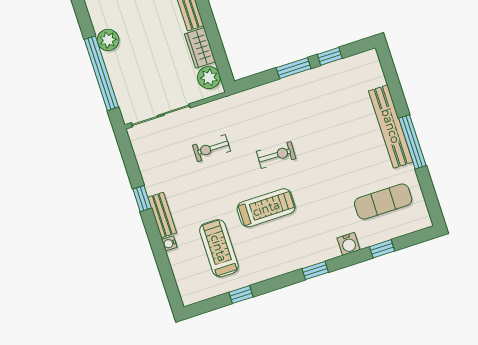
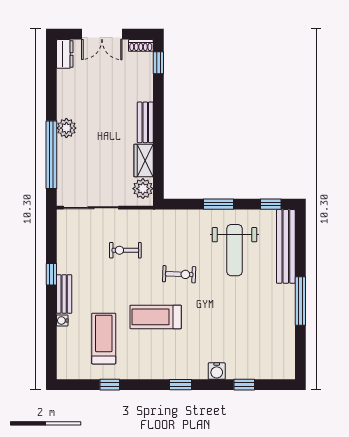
window: (330, 56) -> (271, 204), moved
weight bench: (326, 111) -> (235, 250), added
bench: (391, 126) -> (286, 246), moved
exercise mat: (383, 202) -> (258, 344), removed
treadmill: (266, 208) -> (156, 317), turned 180

